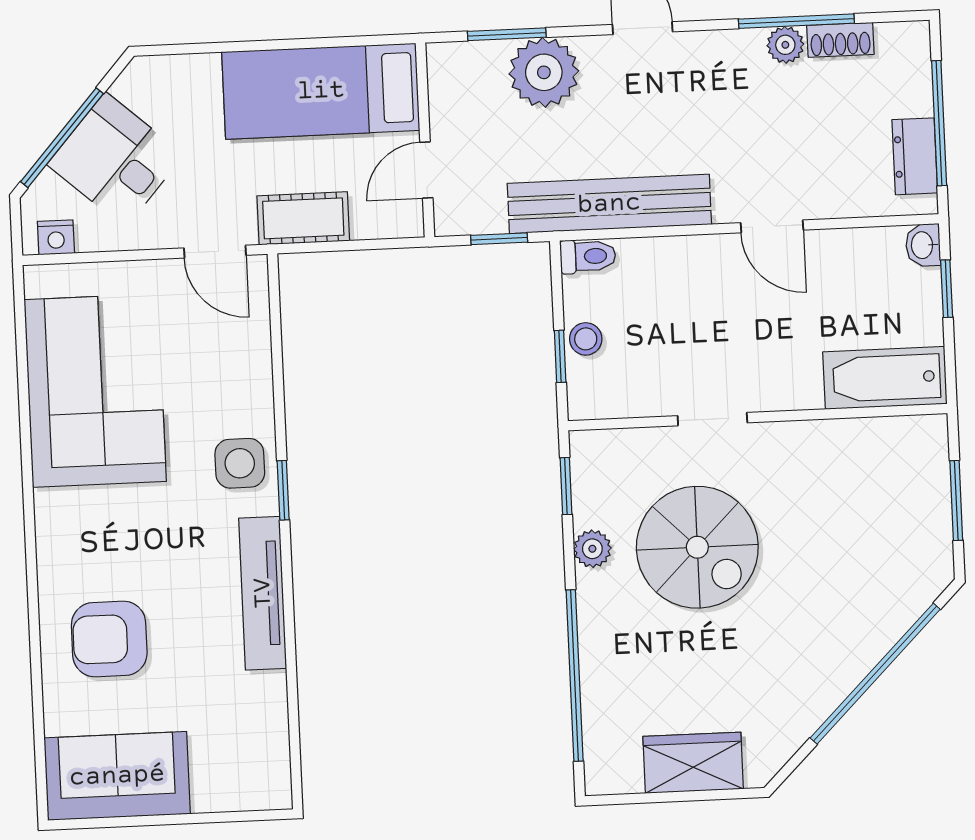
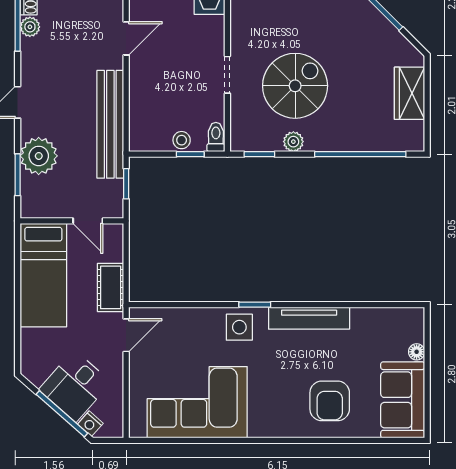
nightstand: (56, 237) -> (90, 424), moved, turned 131
toilet: (588, 256) -> (216, 137), moved
floor lamp: (209, 798) -> (417, 352), added

